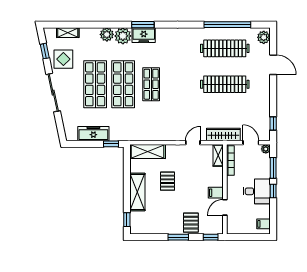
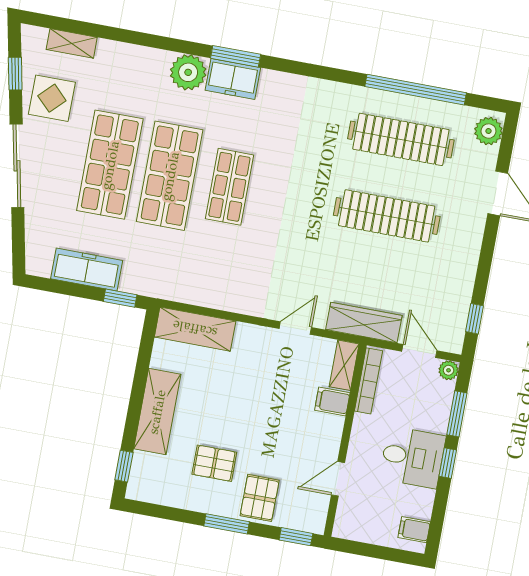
plant: (107, 34) -> (154, 63), removed
pallet: (167, 181) -> (214, 463), moved, turned 90
filing cabinet: (216, 193) -> (332, 402), moved

